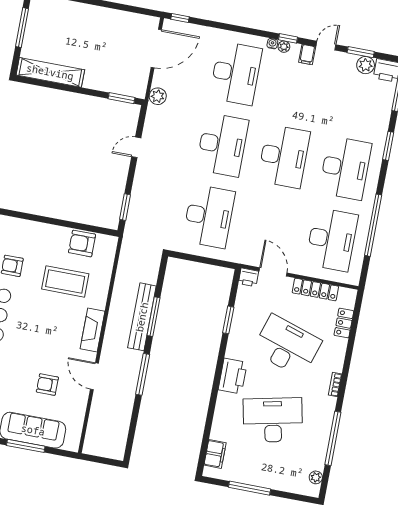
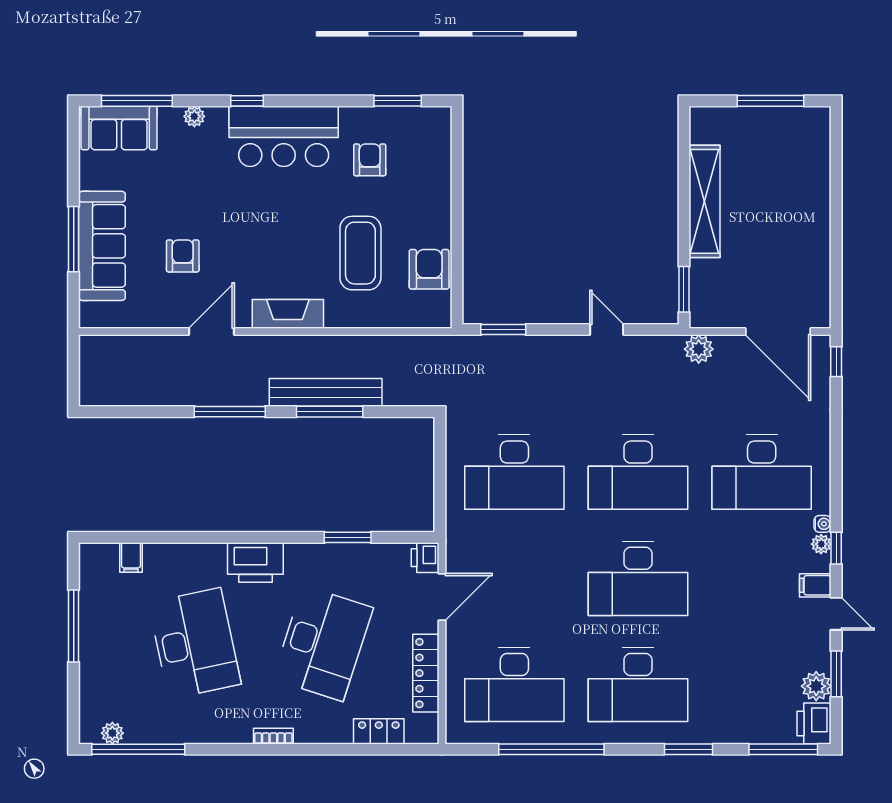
shelving: (50, 72) -> (705, 201), moved
window: (333, 438) -> (138, 749), moved
filing cabinet: (215, 454) -> (131, 557), width x0.50

